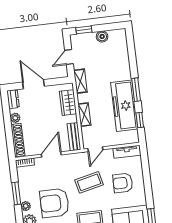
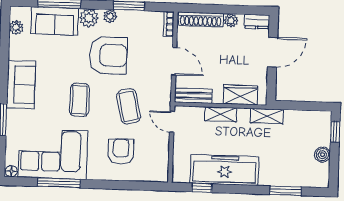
door: (69, 57) -> (302, 106), removed
window: (136, 90) -> (286, 191), moved
tv unit: (127, 152) -> (162, 164), removed
armchair: (54, 203) -> (108, 55), turned 90

